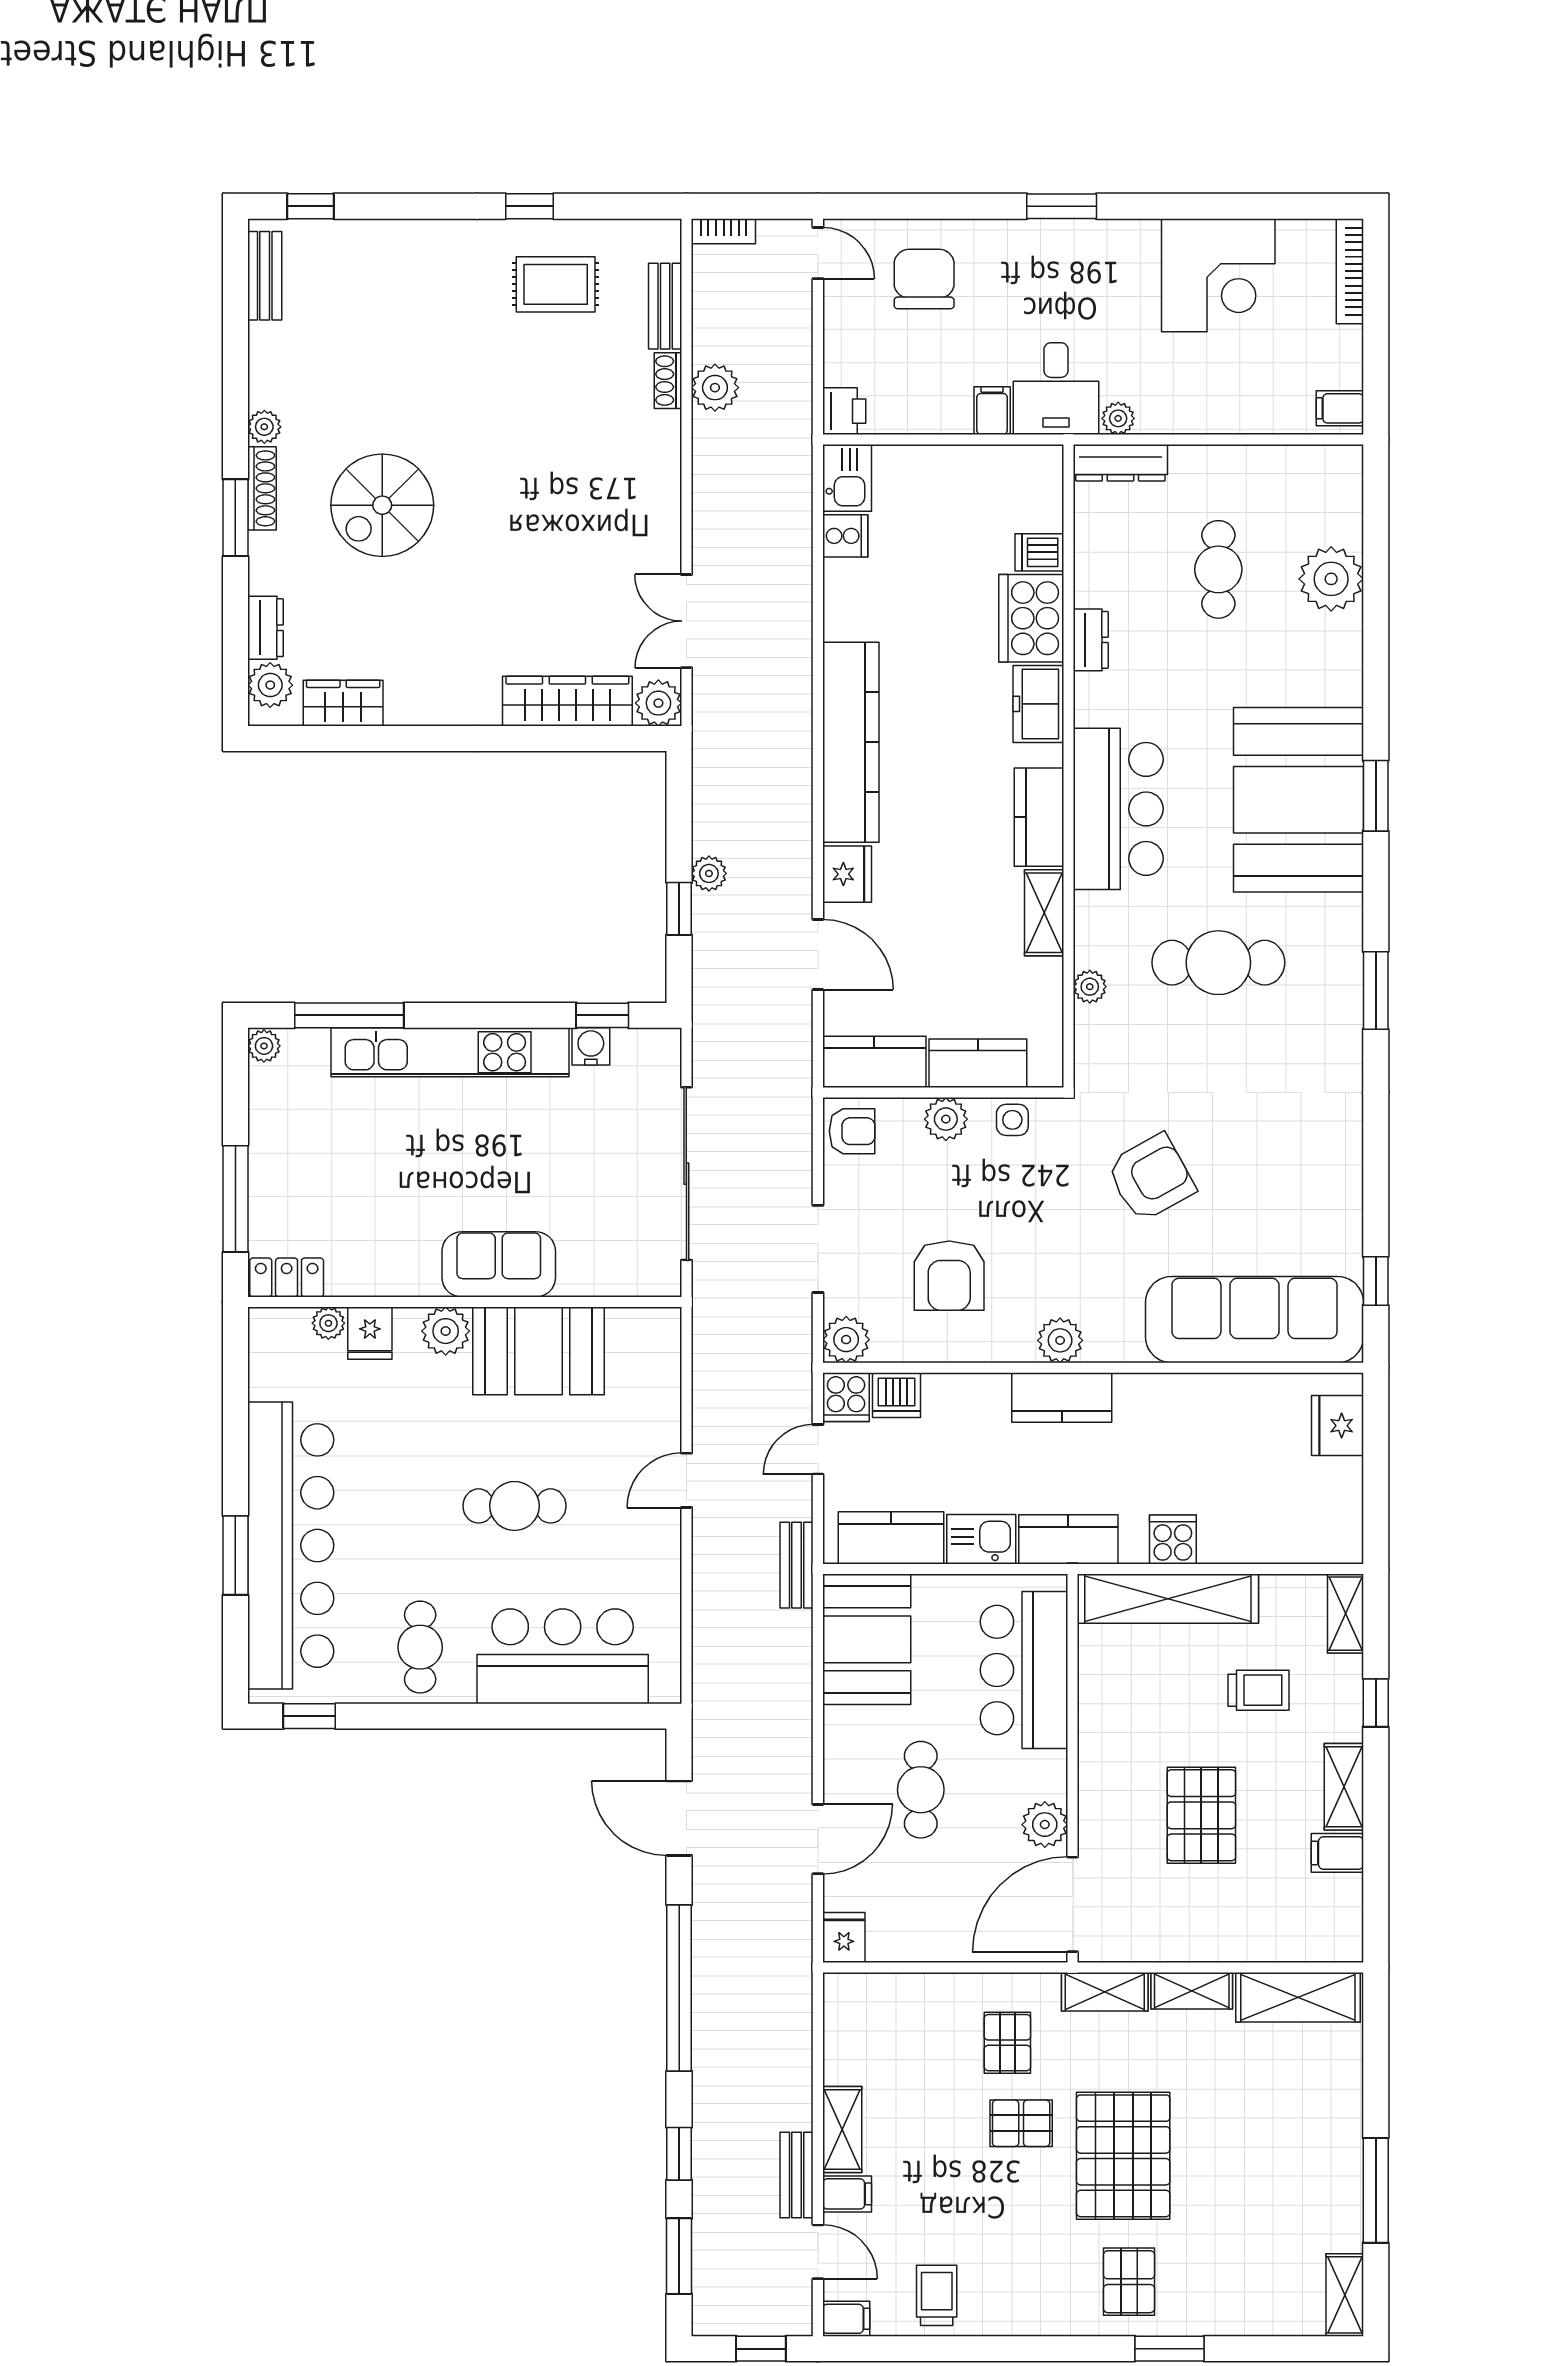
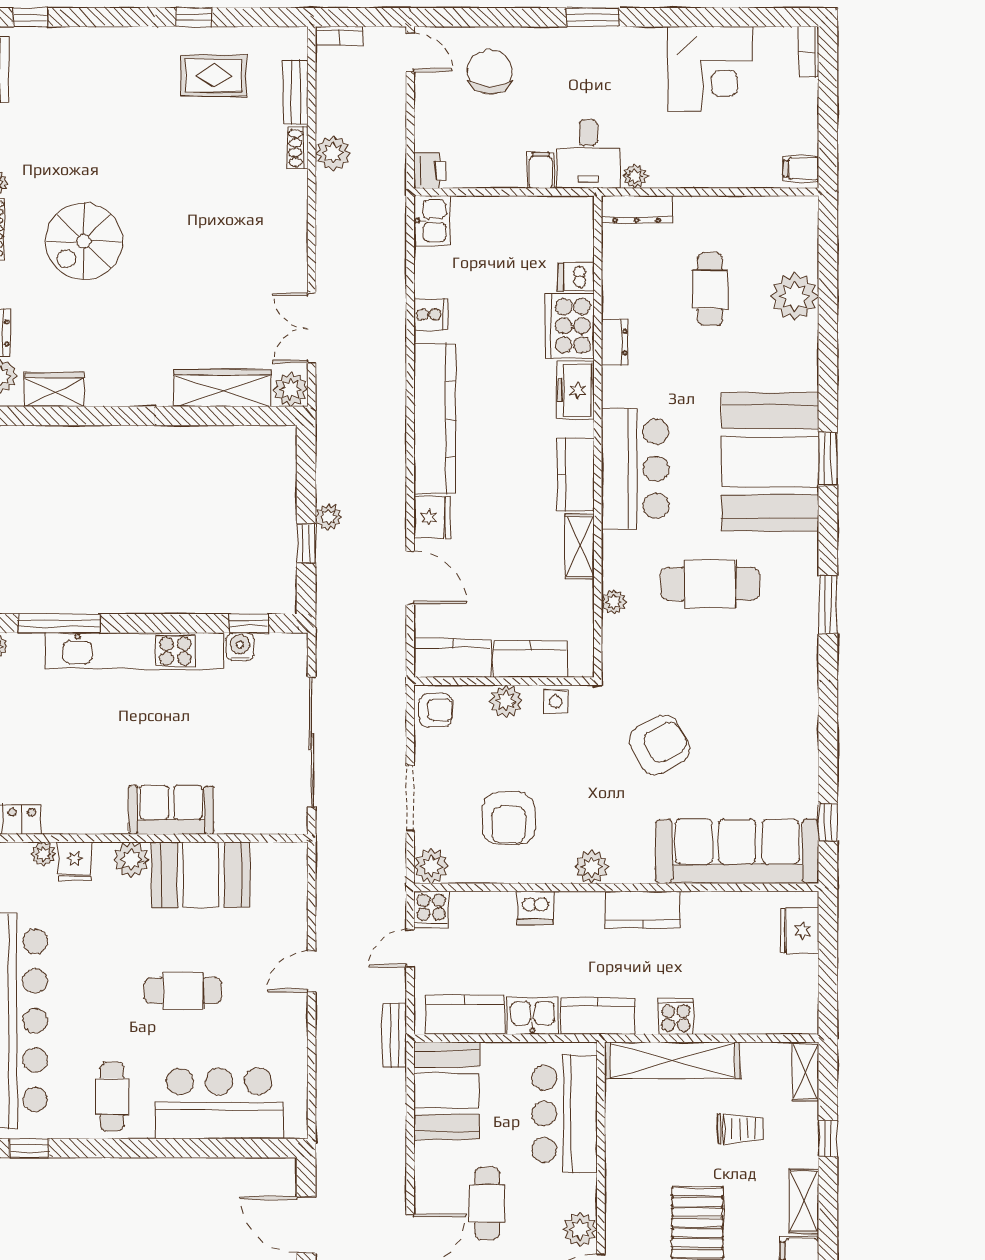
bookcase: (1350, 271) -> (809, 52), width x0.64
cooker: (845, 536) -> (431, 314), moved
dishwasher: (896, 1395) -> (535, 908), moved
kitchen counter: (1062, 1398) -> (643, 910), moved

